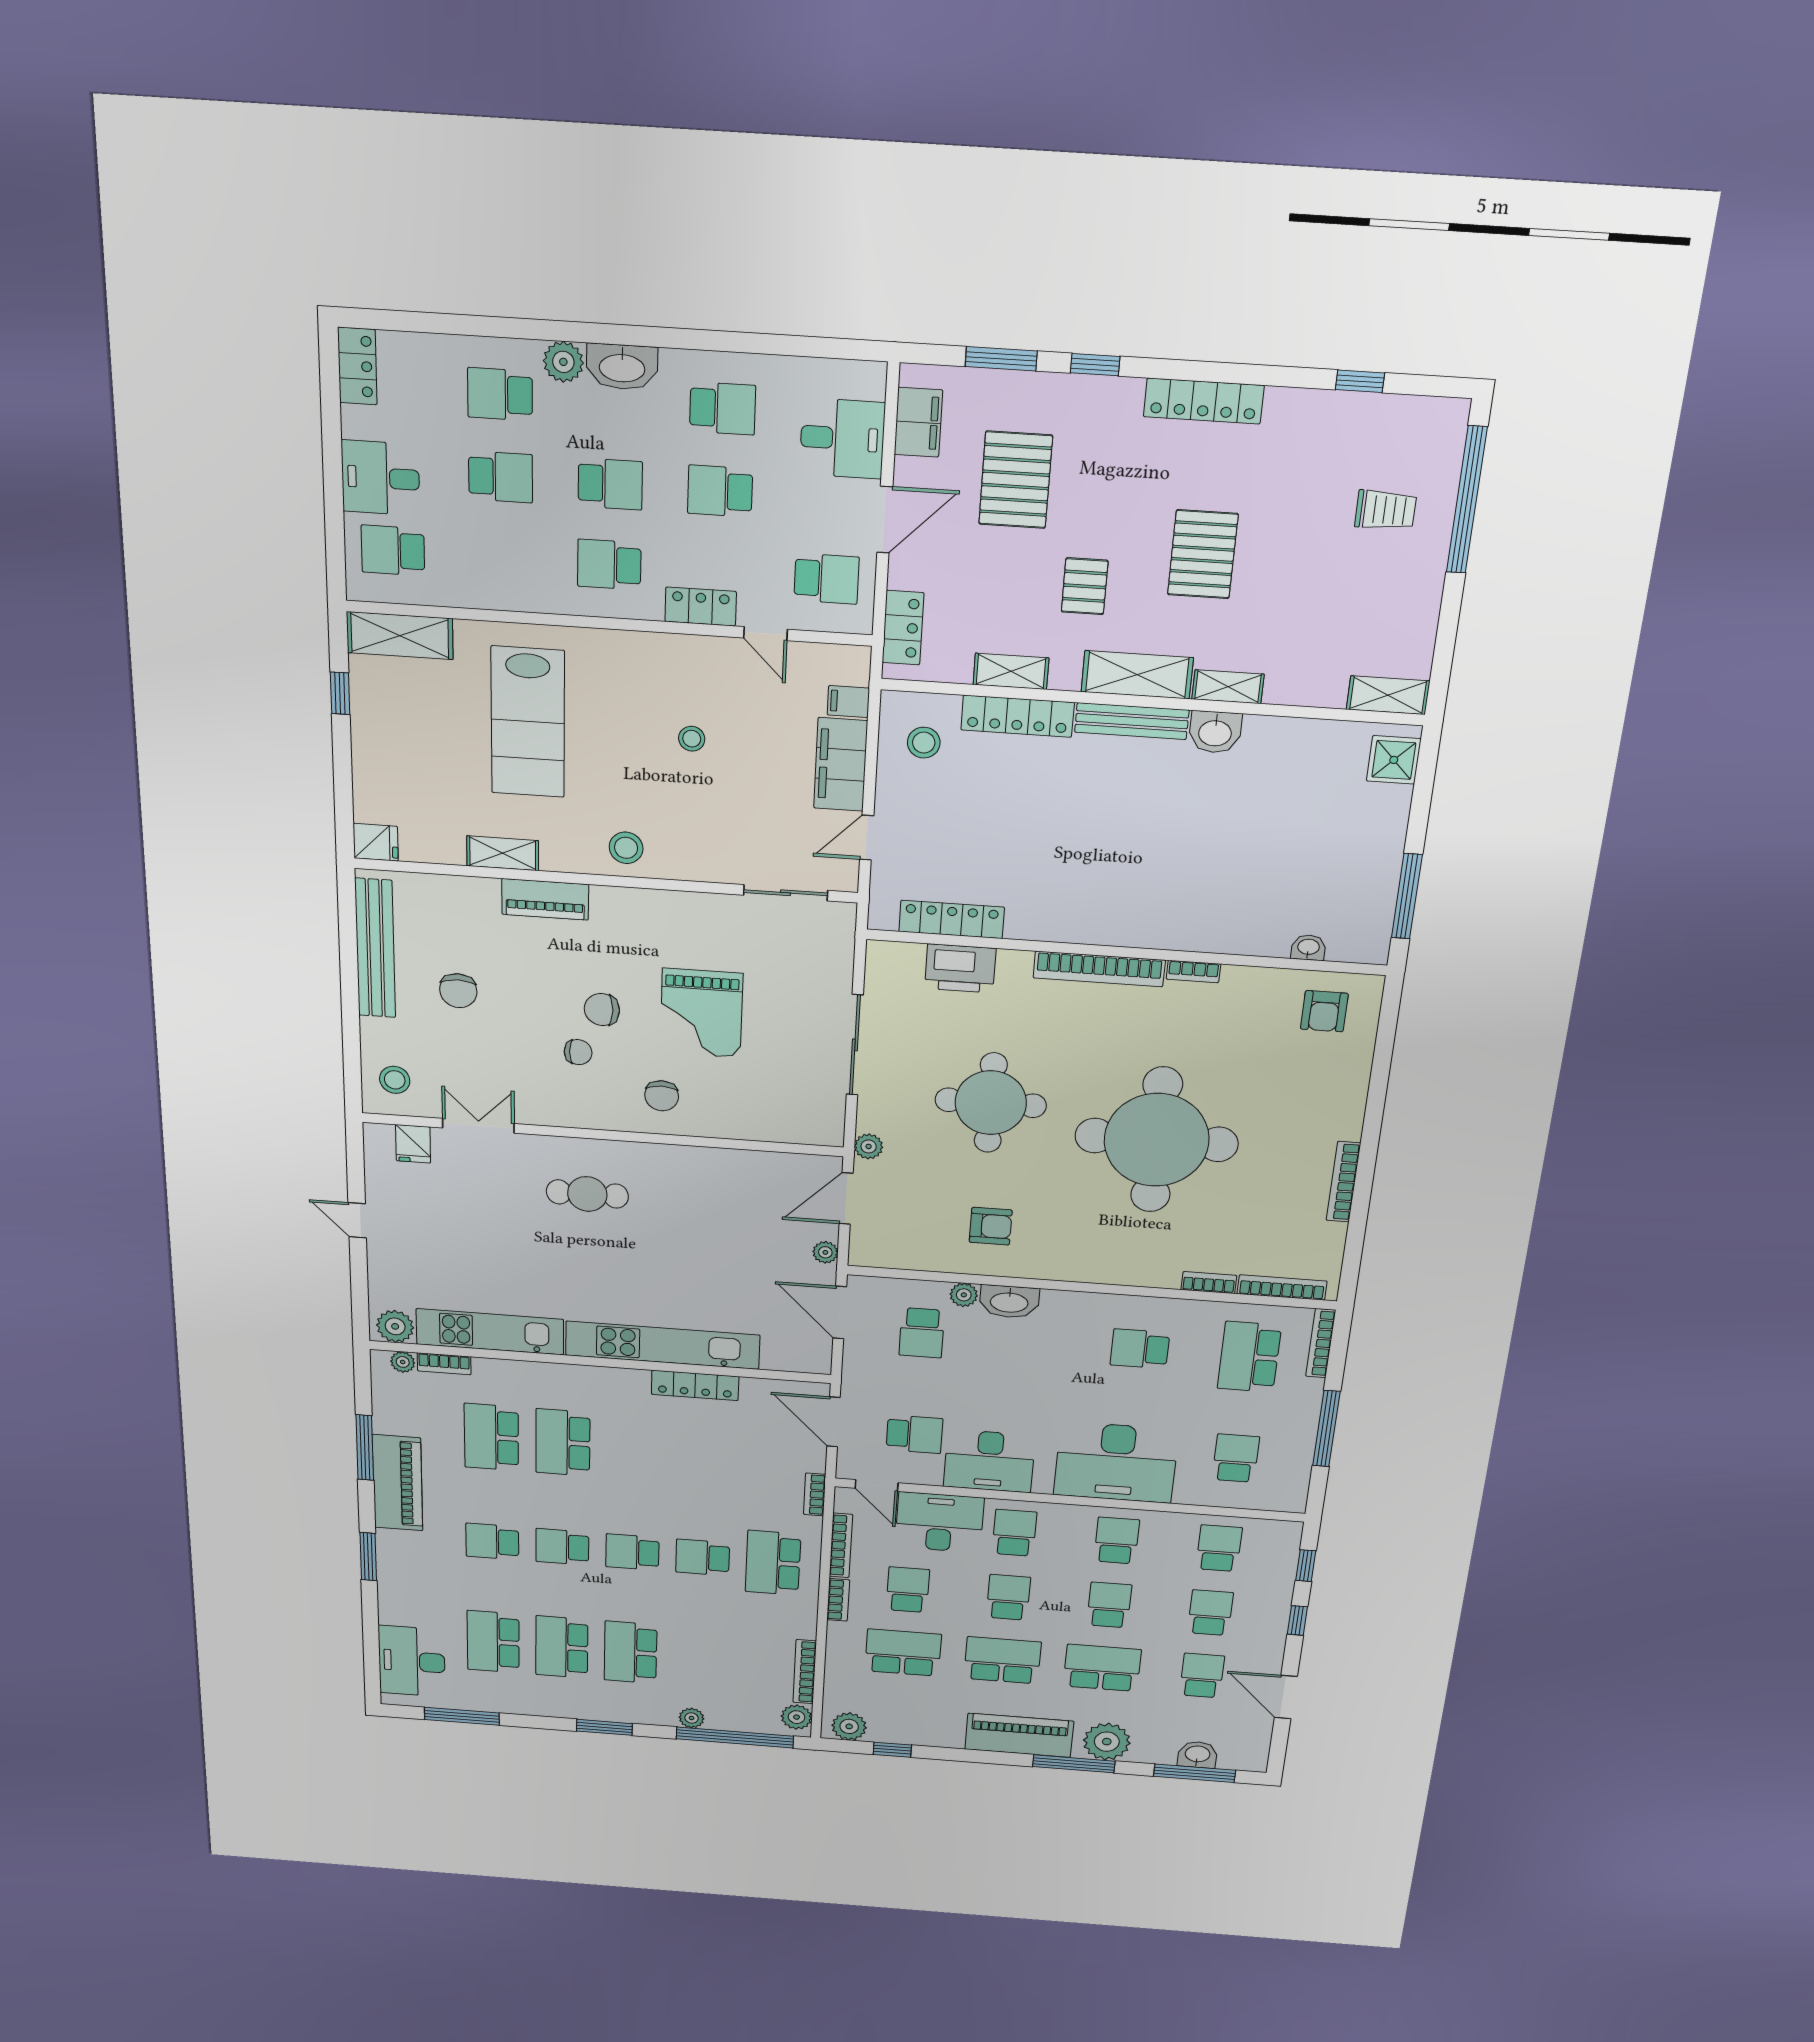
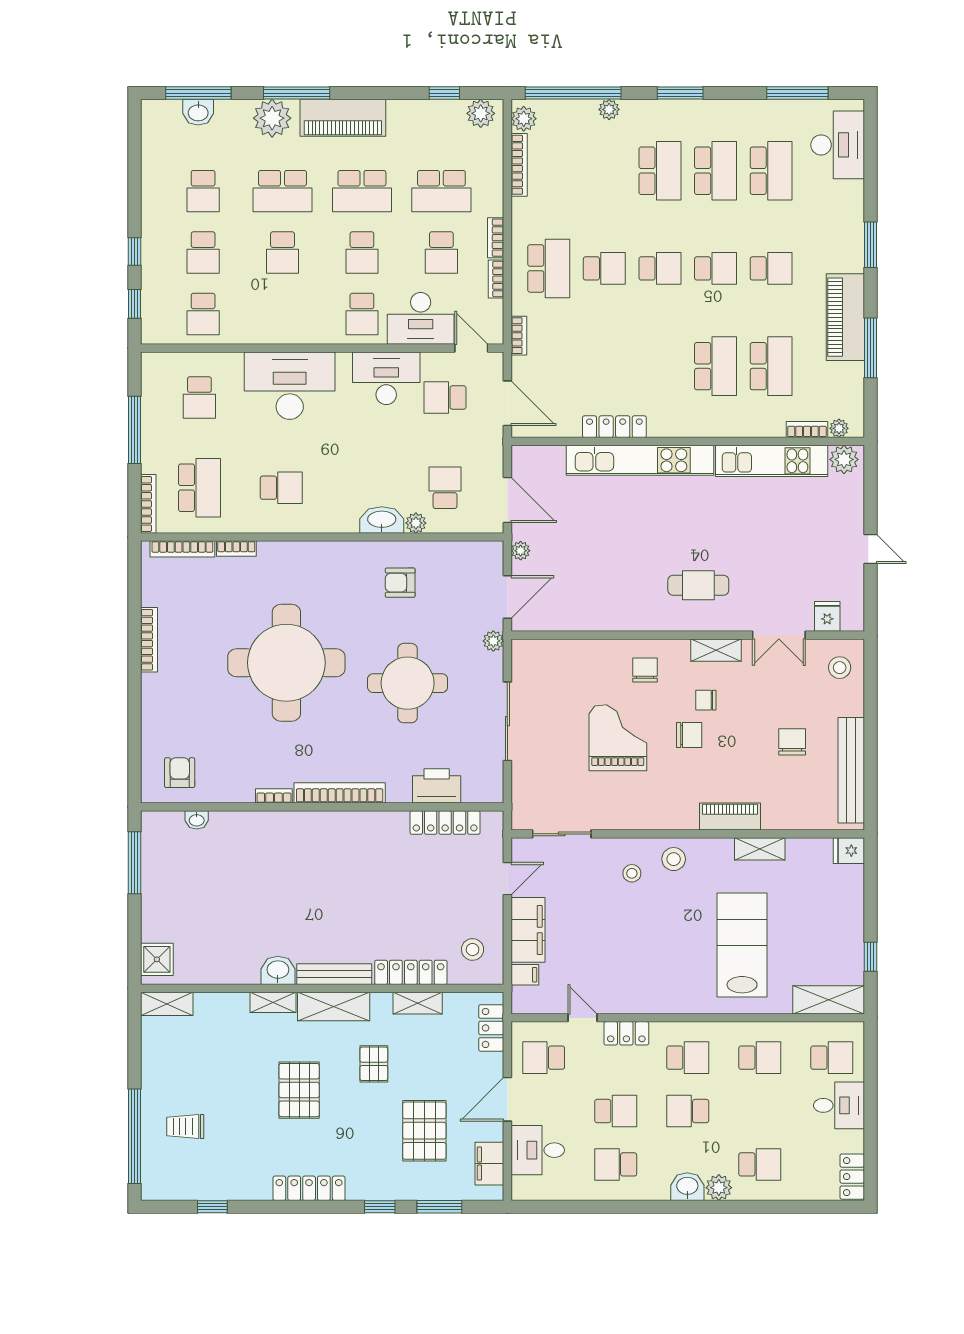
washbasin: (622, 367) -> (687, 1187), width x0.72
school desk: (501, 477) -> (760, 1058), moved, turned 180
stool: (692, 739) -> (632, 873), moved
shelving: (564, 1113) -> (716, 650), added
school desk: (1117, 1541) -> (283, 314), removed
bookcase: (841, 1545) -> (496, 279), width x0.64
door: (1286, 1697) -> (135, 176), removed

